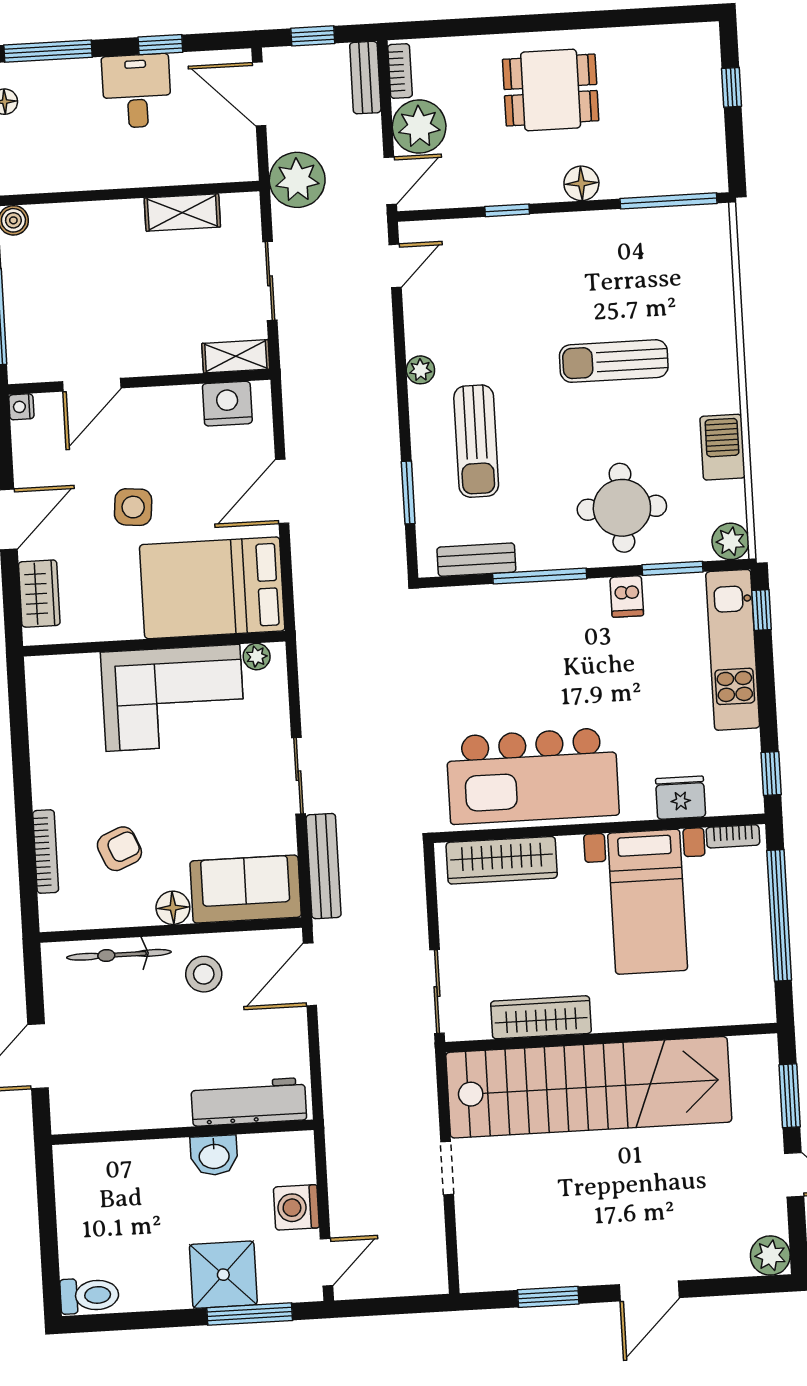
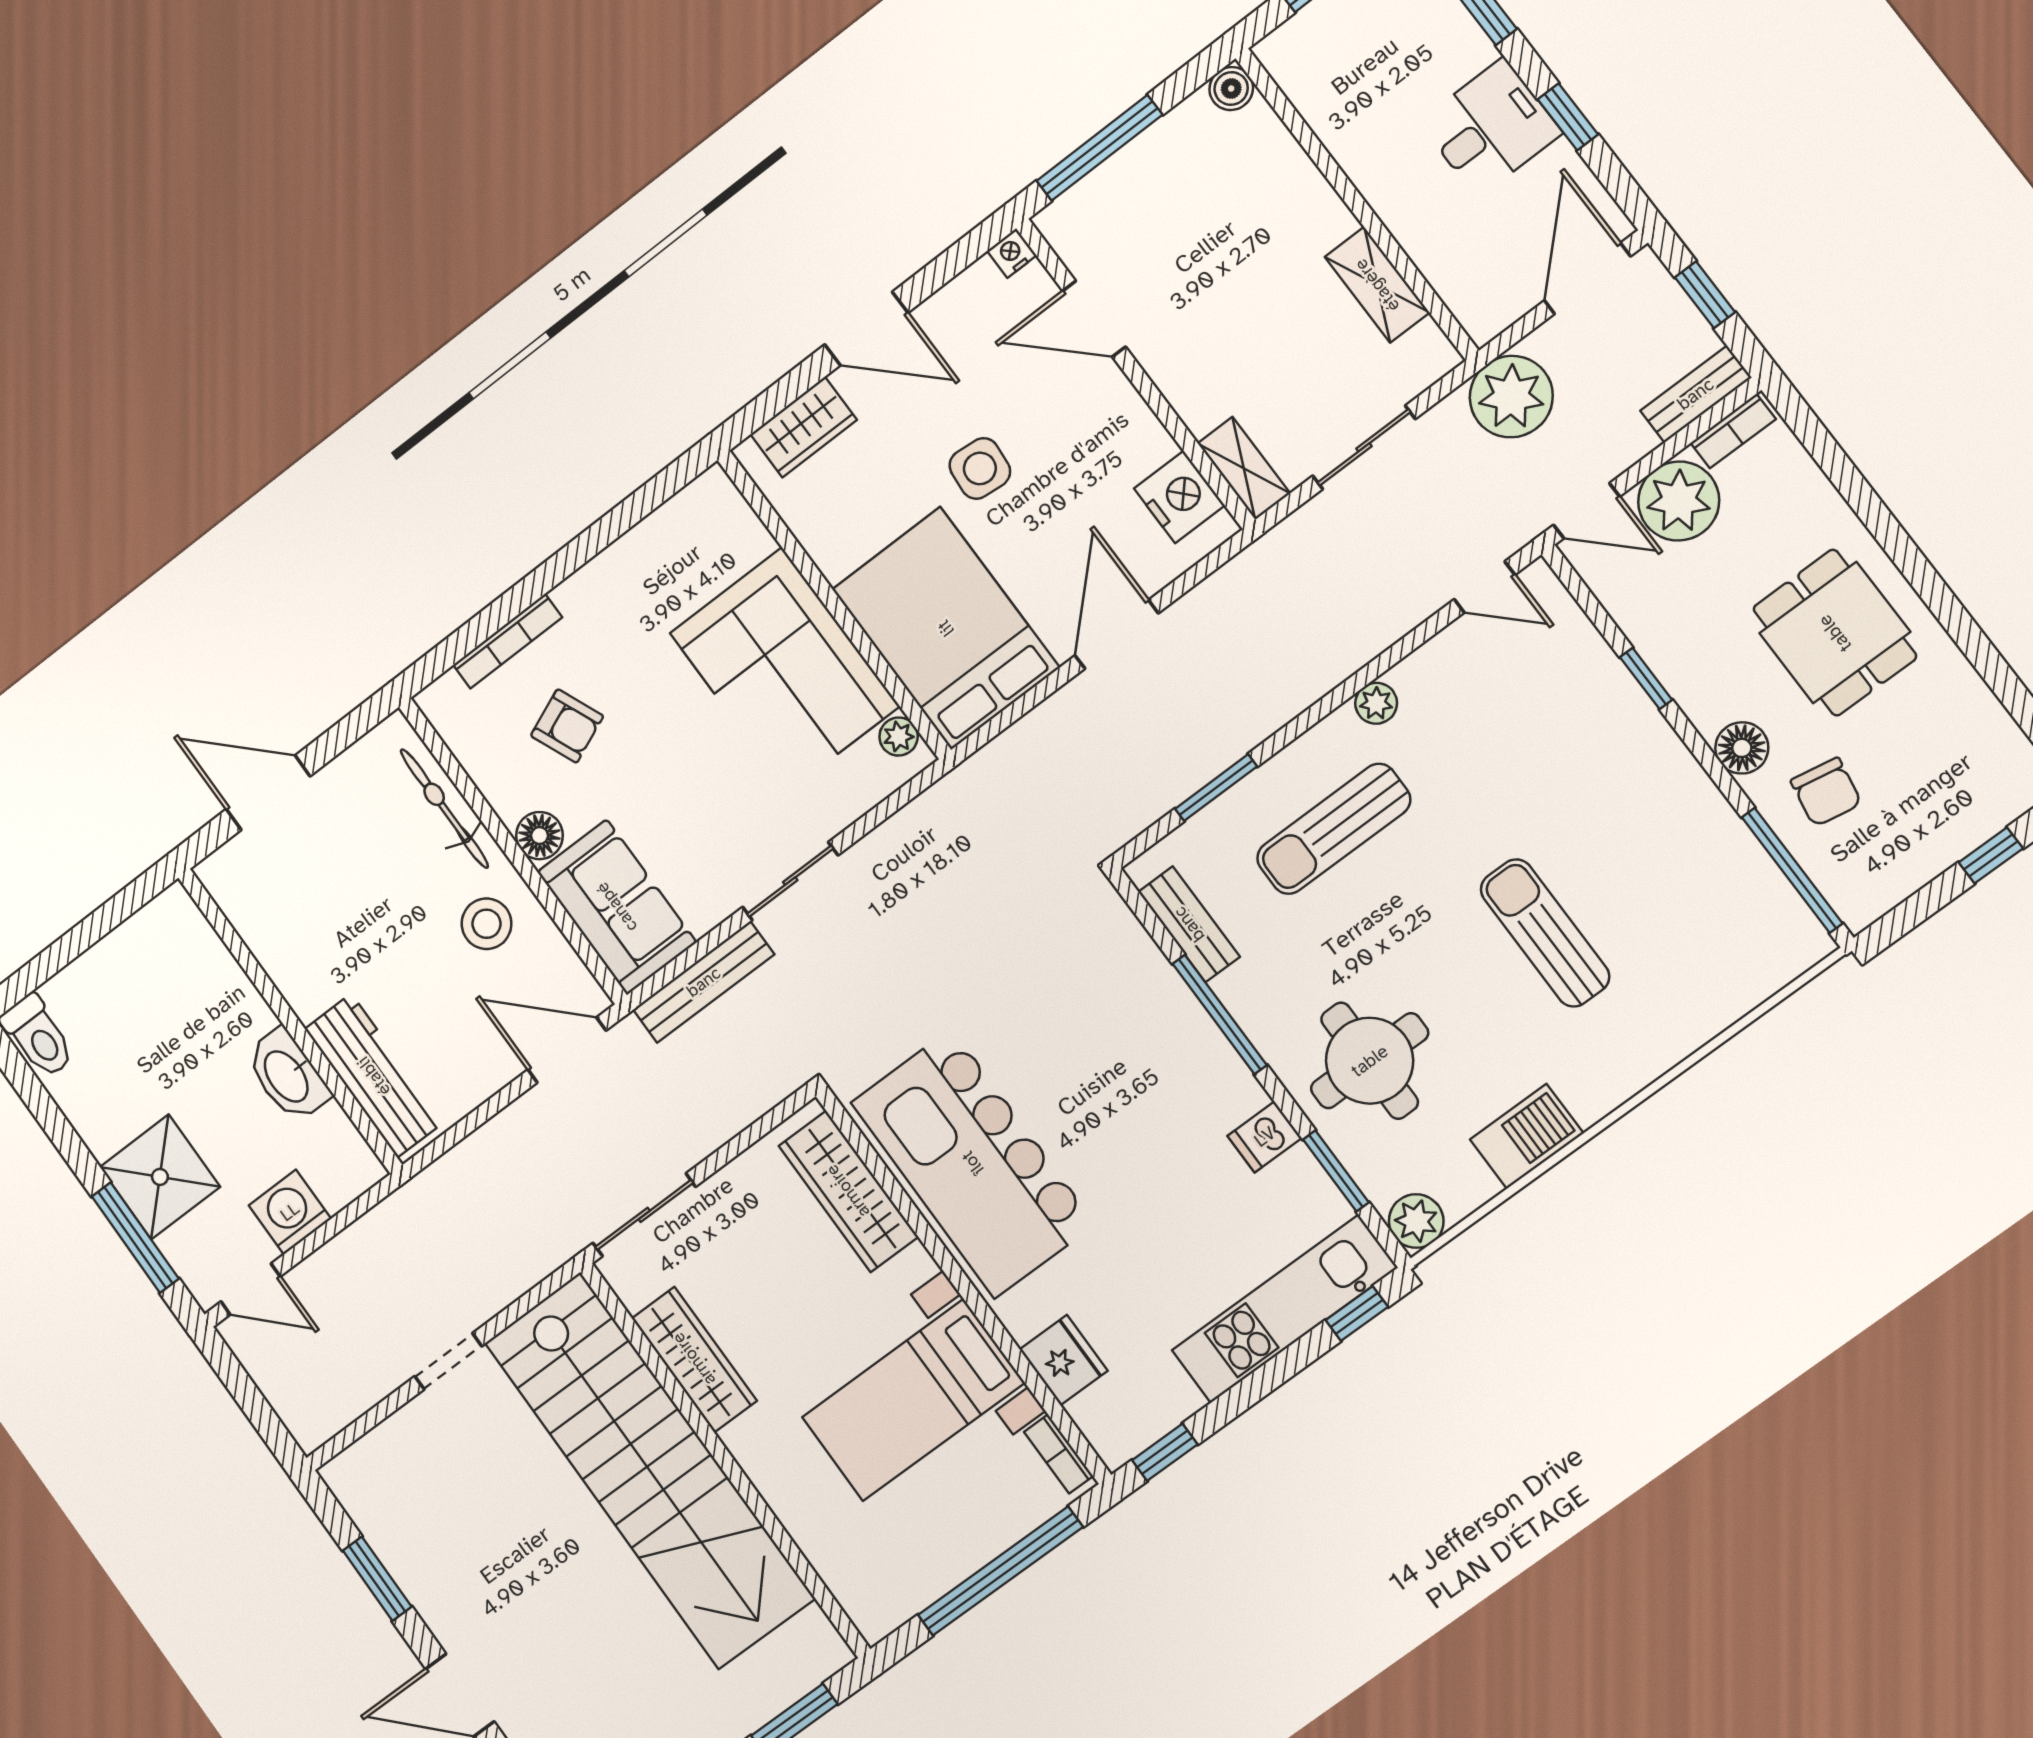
chair: (637, 153) -> (1826, 792), added
door: (282, 491) -> (1117, 634), hinge flipped
washbasin: (214, 1155) -> (287, 1075), width x1.38

